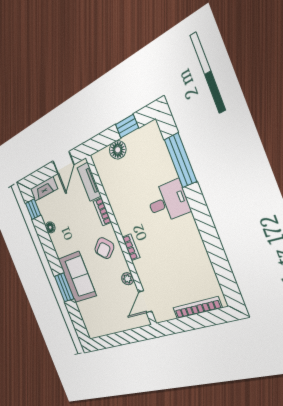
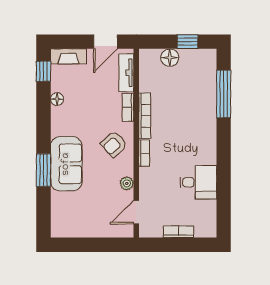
desk: (168, 202) -> (198, 182), moved
bookcase: (118, 213) -> (145, 116), added
bookcase: (197, 308) -> (179, 232), width x0.64

